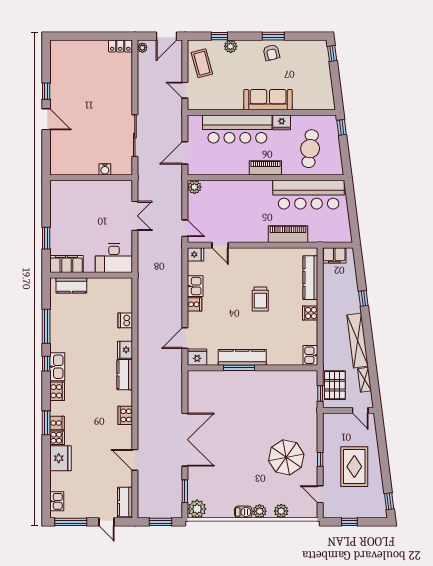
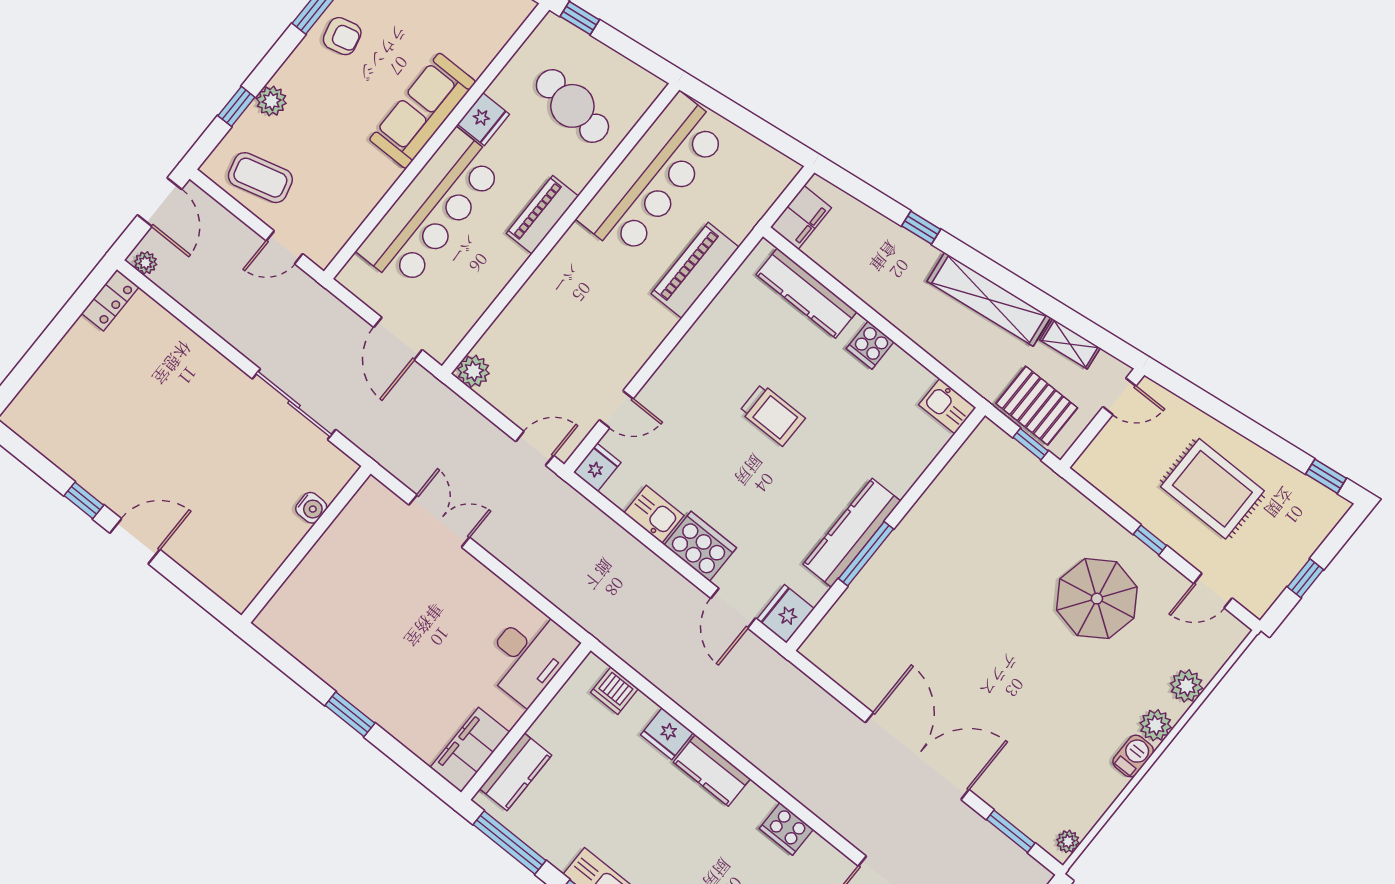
desk: (114, 258) -> (528, 655), moved
filing cabinet: (66, 264) -> (470, 750), moved
wall: (91, 275) -> (526, 721), moved
kitchen counter: (71, 285) -> (516, 772), moved
cooker: (195, 304) -> (700, 546), width x1.87, depth x1.31
plant: (197, 509) -> (1068, 841), width x0.53, depth x0.53

